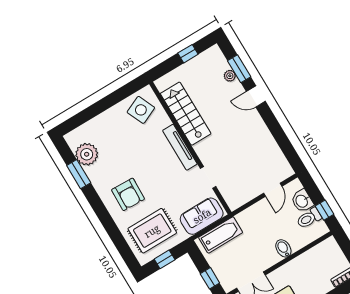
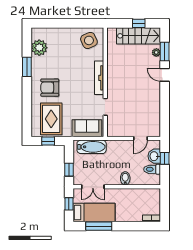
stairs: (186, 114) -> (138, 36), moved, turned 90
window: (79, 174) -> (27, 67), moved
armchair: (128, 194) -> (50, 88), turned 88
window: (324, 210) -> (165, 158), moved
rug: (152, 231) -> (51, 119), turned 90

